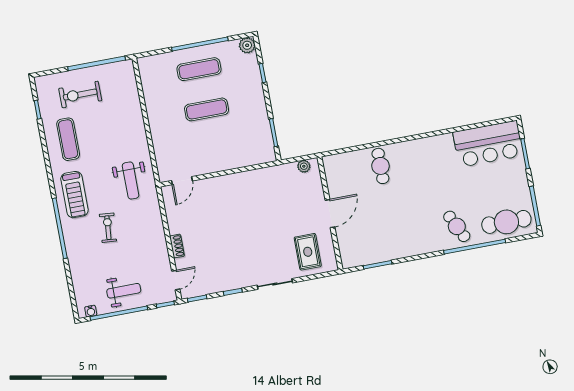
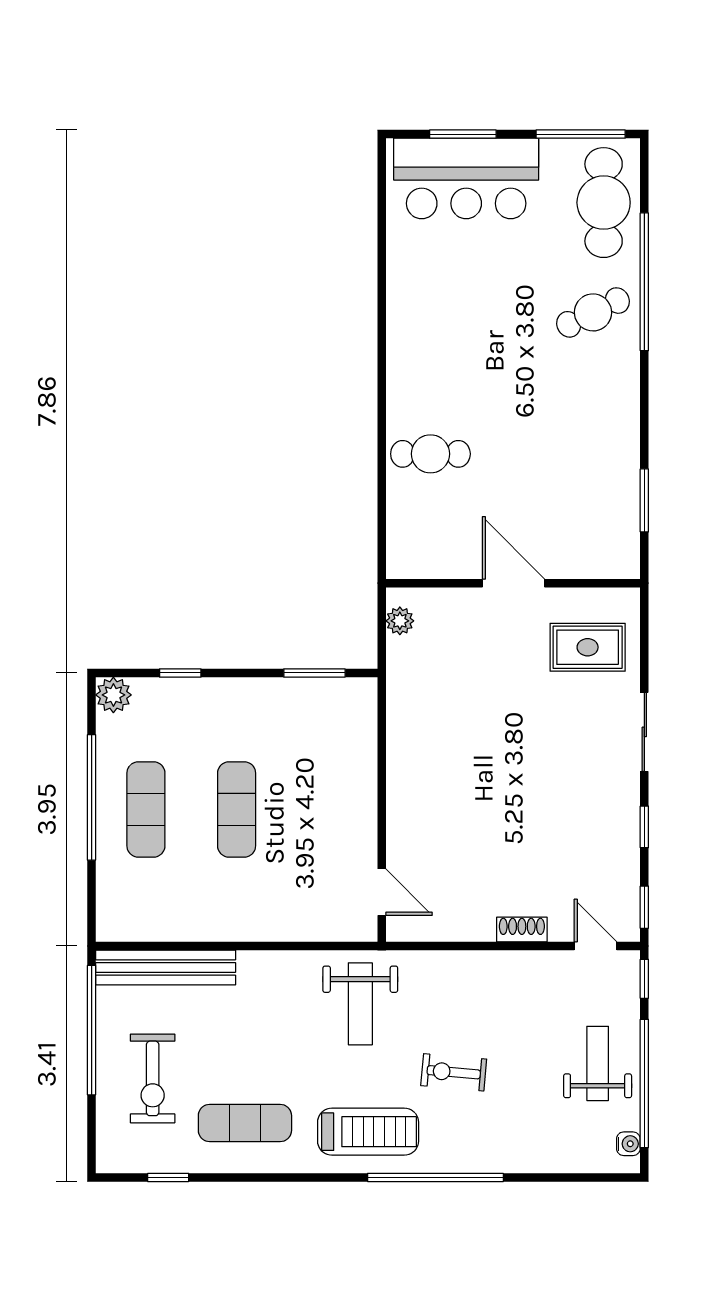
bench: (131, 91) -> (166, 967), added
bar counter: (488, 144) -> (466, 178), moved, turned 90
weight bench: (131, 180) -> (360, 1004), turned 90

